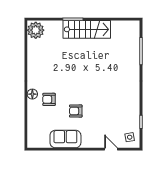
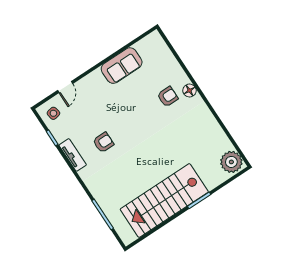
stairs: (87, 29) -> (164, 201), width x1.36, depth x1.51
tv unit: (135, 102) -> (73, 155), added
armchair: (76, 111) -> (103, 142), moved
door: (111, 149) -> (65, 87), hinge flipped

